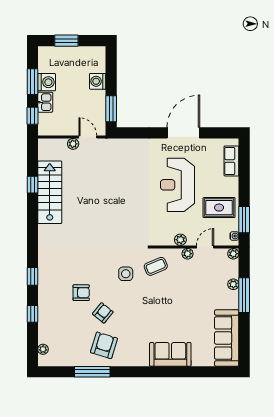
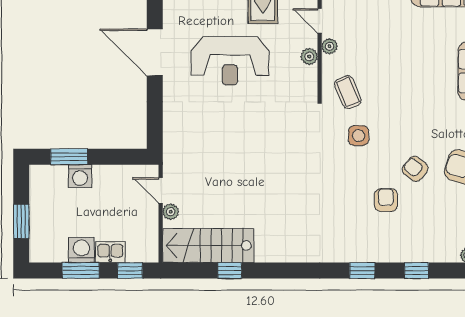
window: (111, 109) -> (69, 157), moved
door: (88, 137) -> (161, 190), hinge flipped
stairs: (50, 192) -> (208, 246), moved

